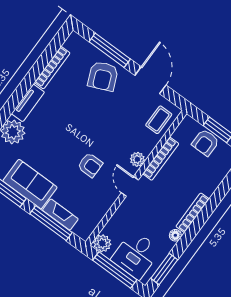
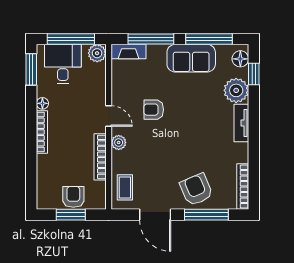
bookcase: (52, 68) -> (243, 186), moved
fireplace: (60, 214) -> (129, 52), moved

